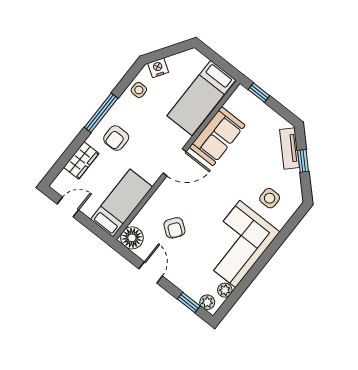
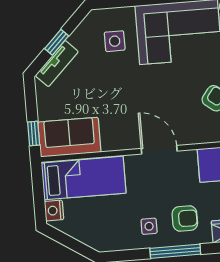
nightstand: (158, 68) -> (54, 210), moved, turned 57
side table: (139, 90) -> (149, 226), moved
sofa: (217, 136) -> (69, 137), moved

